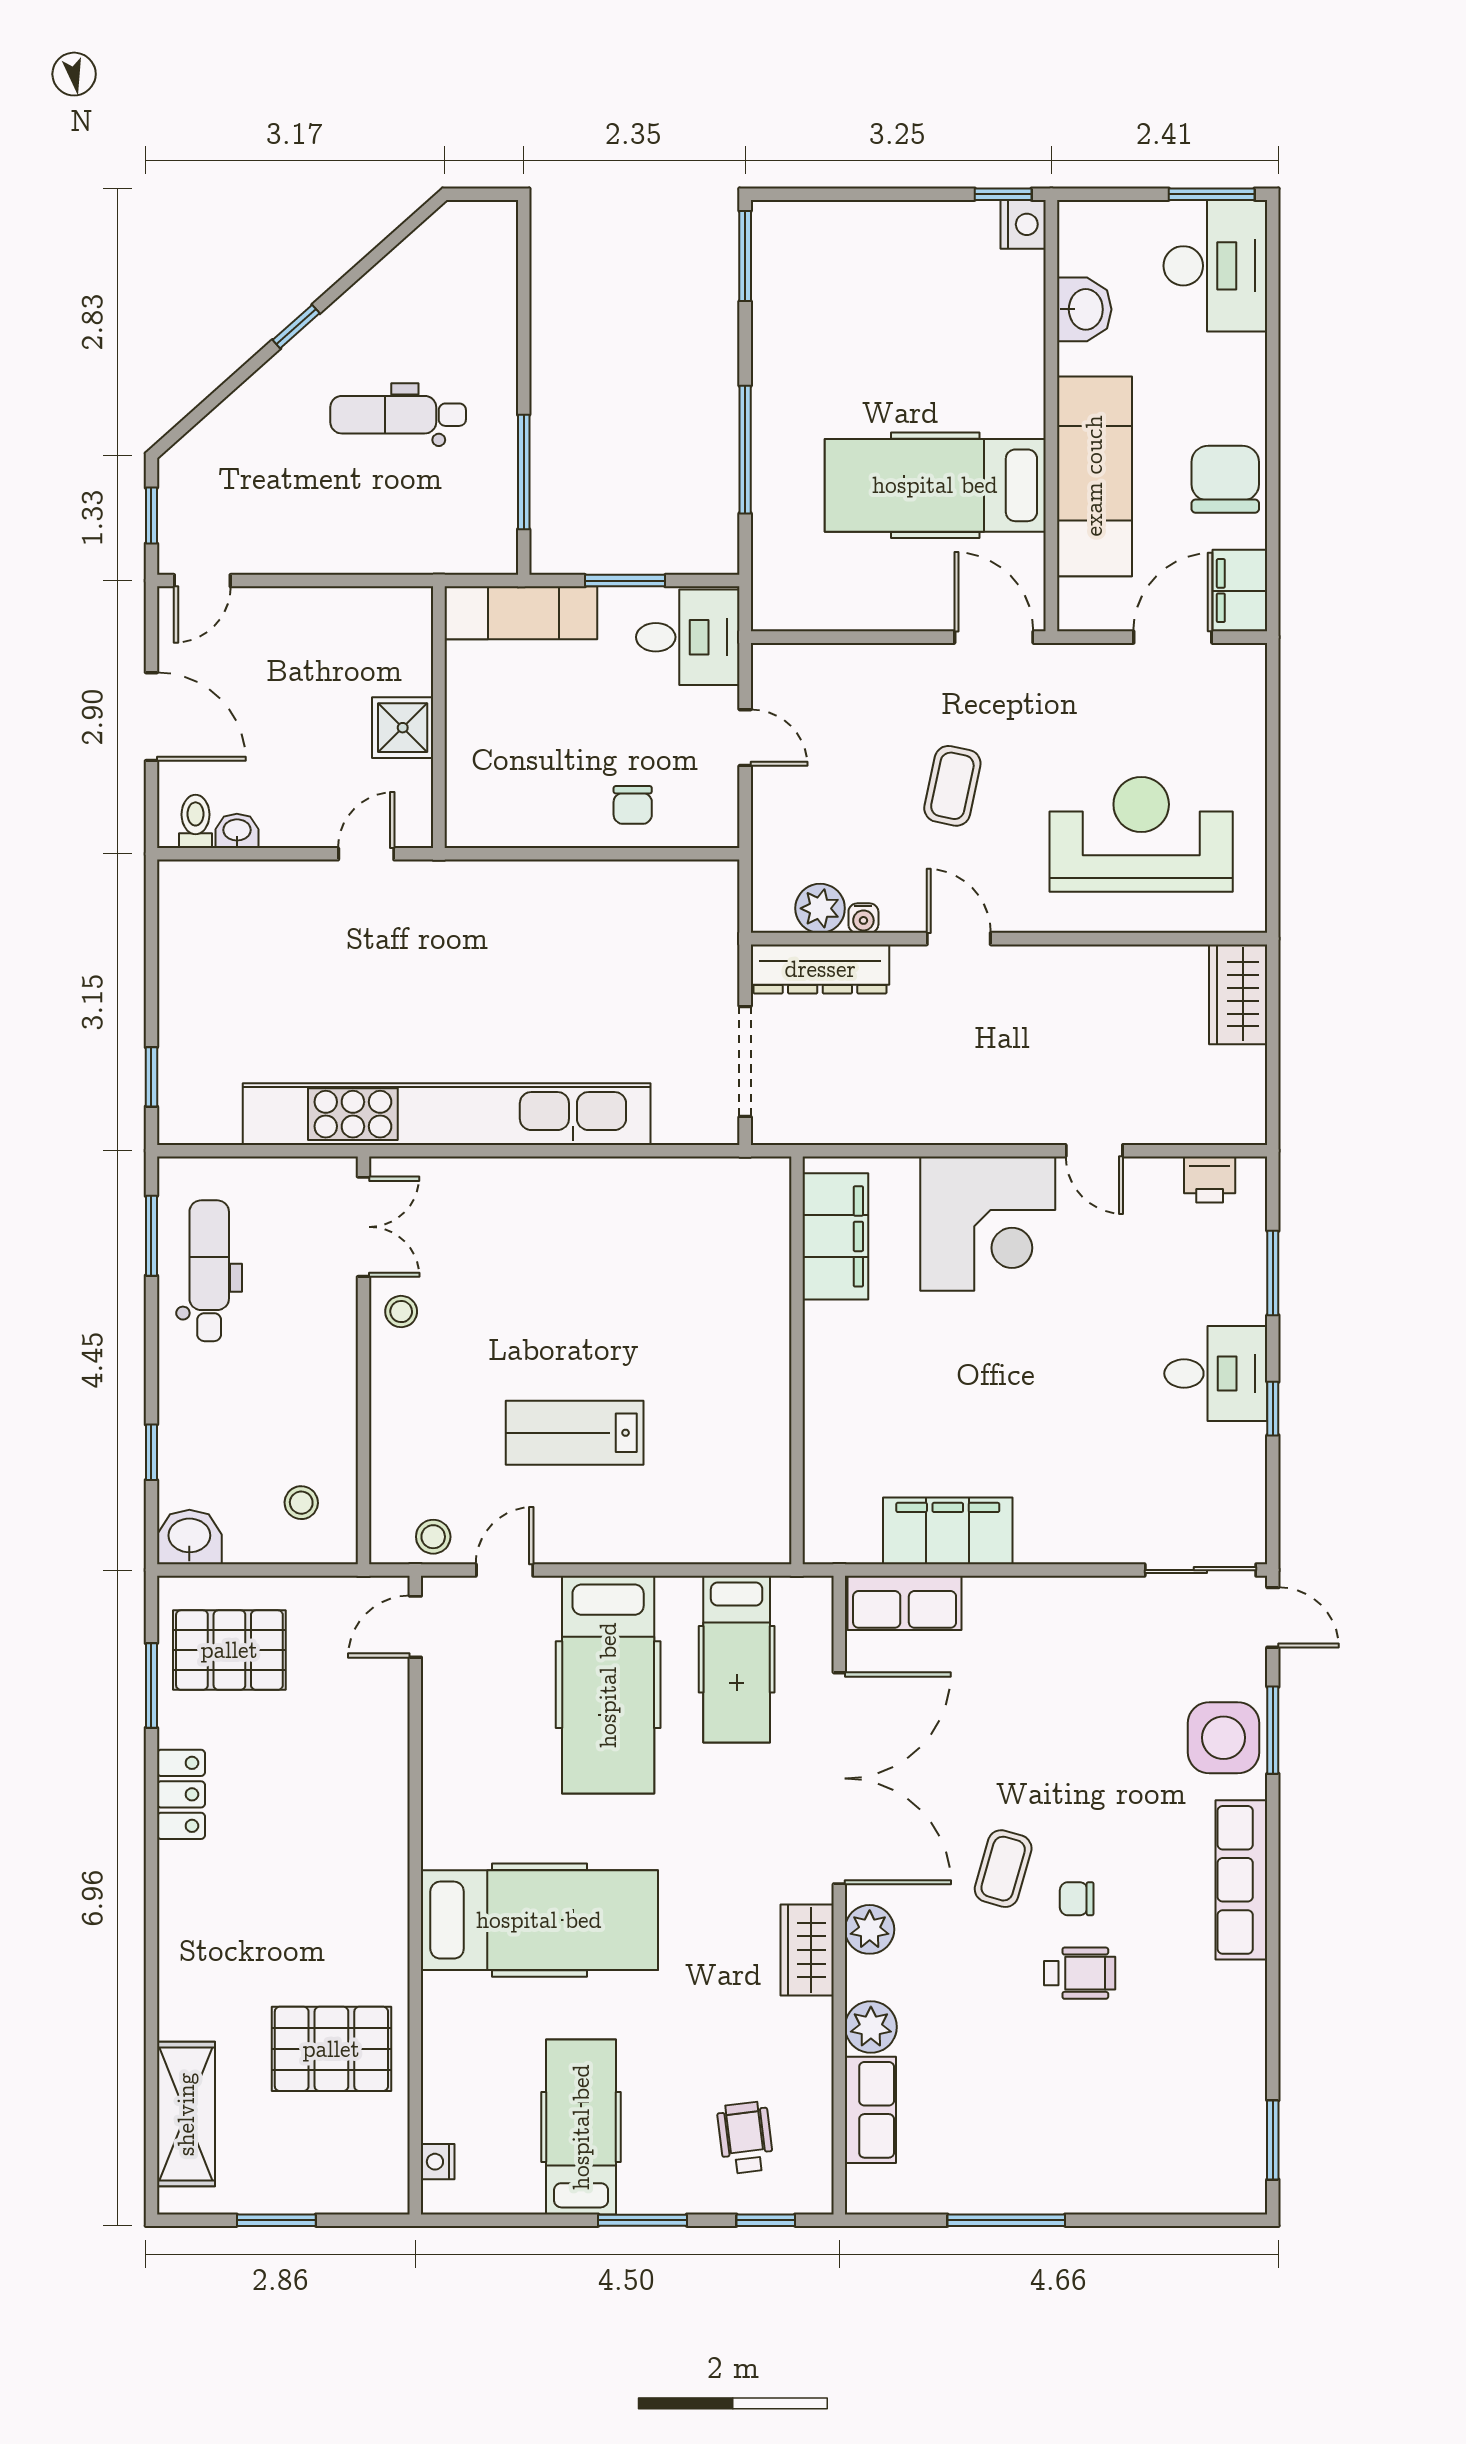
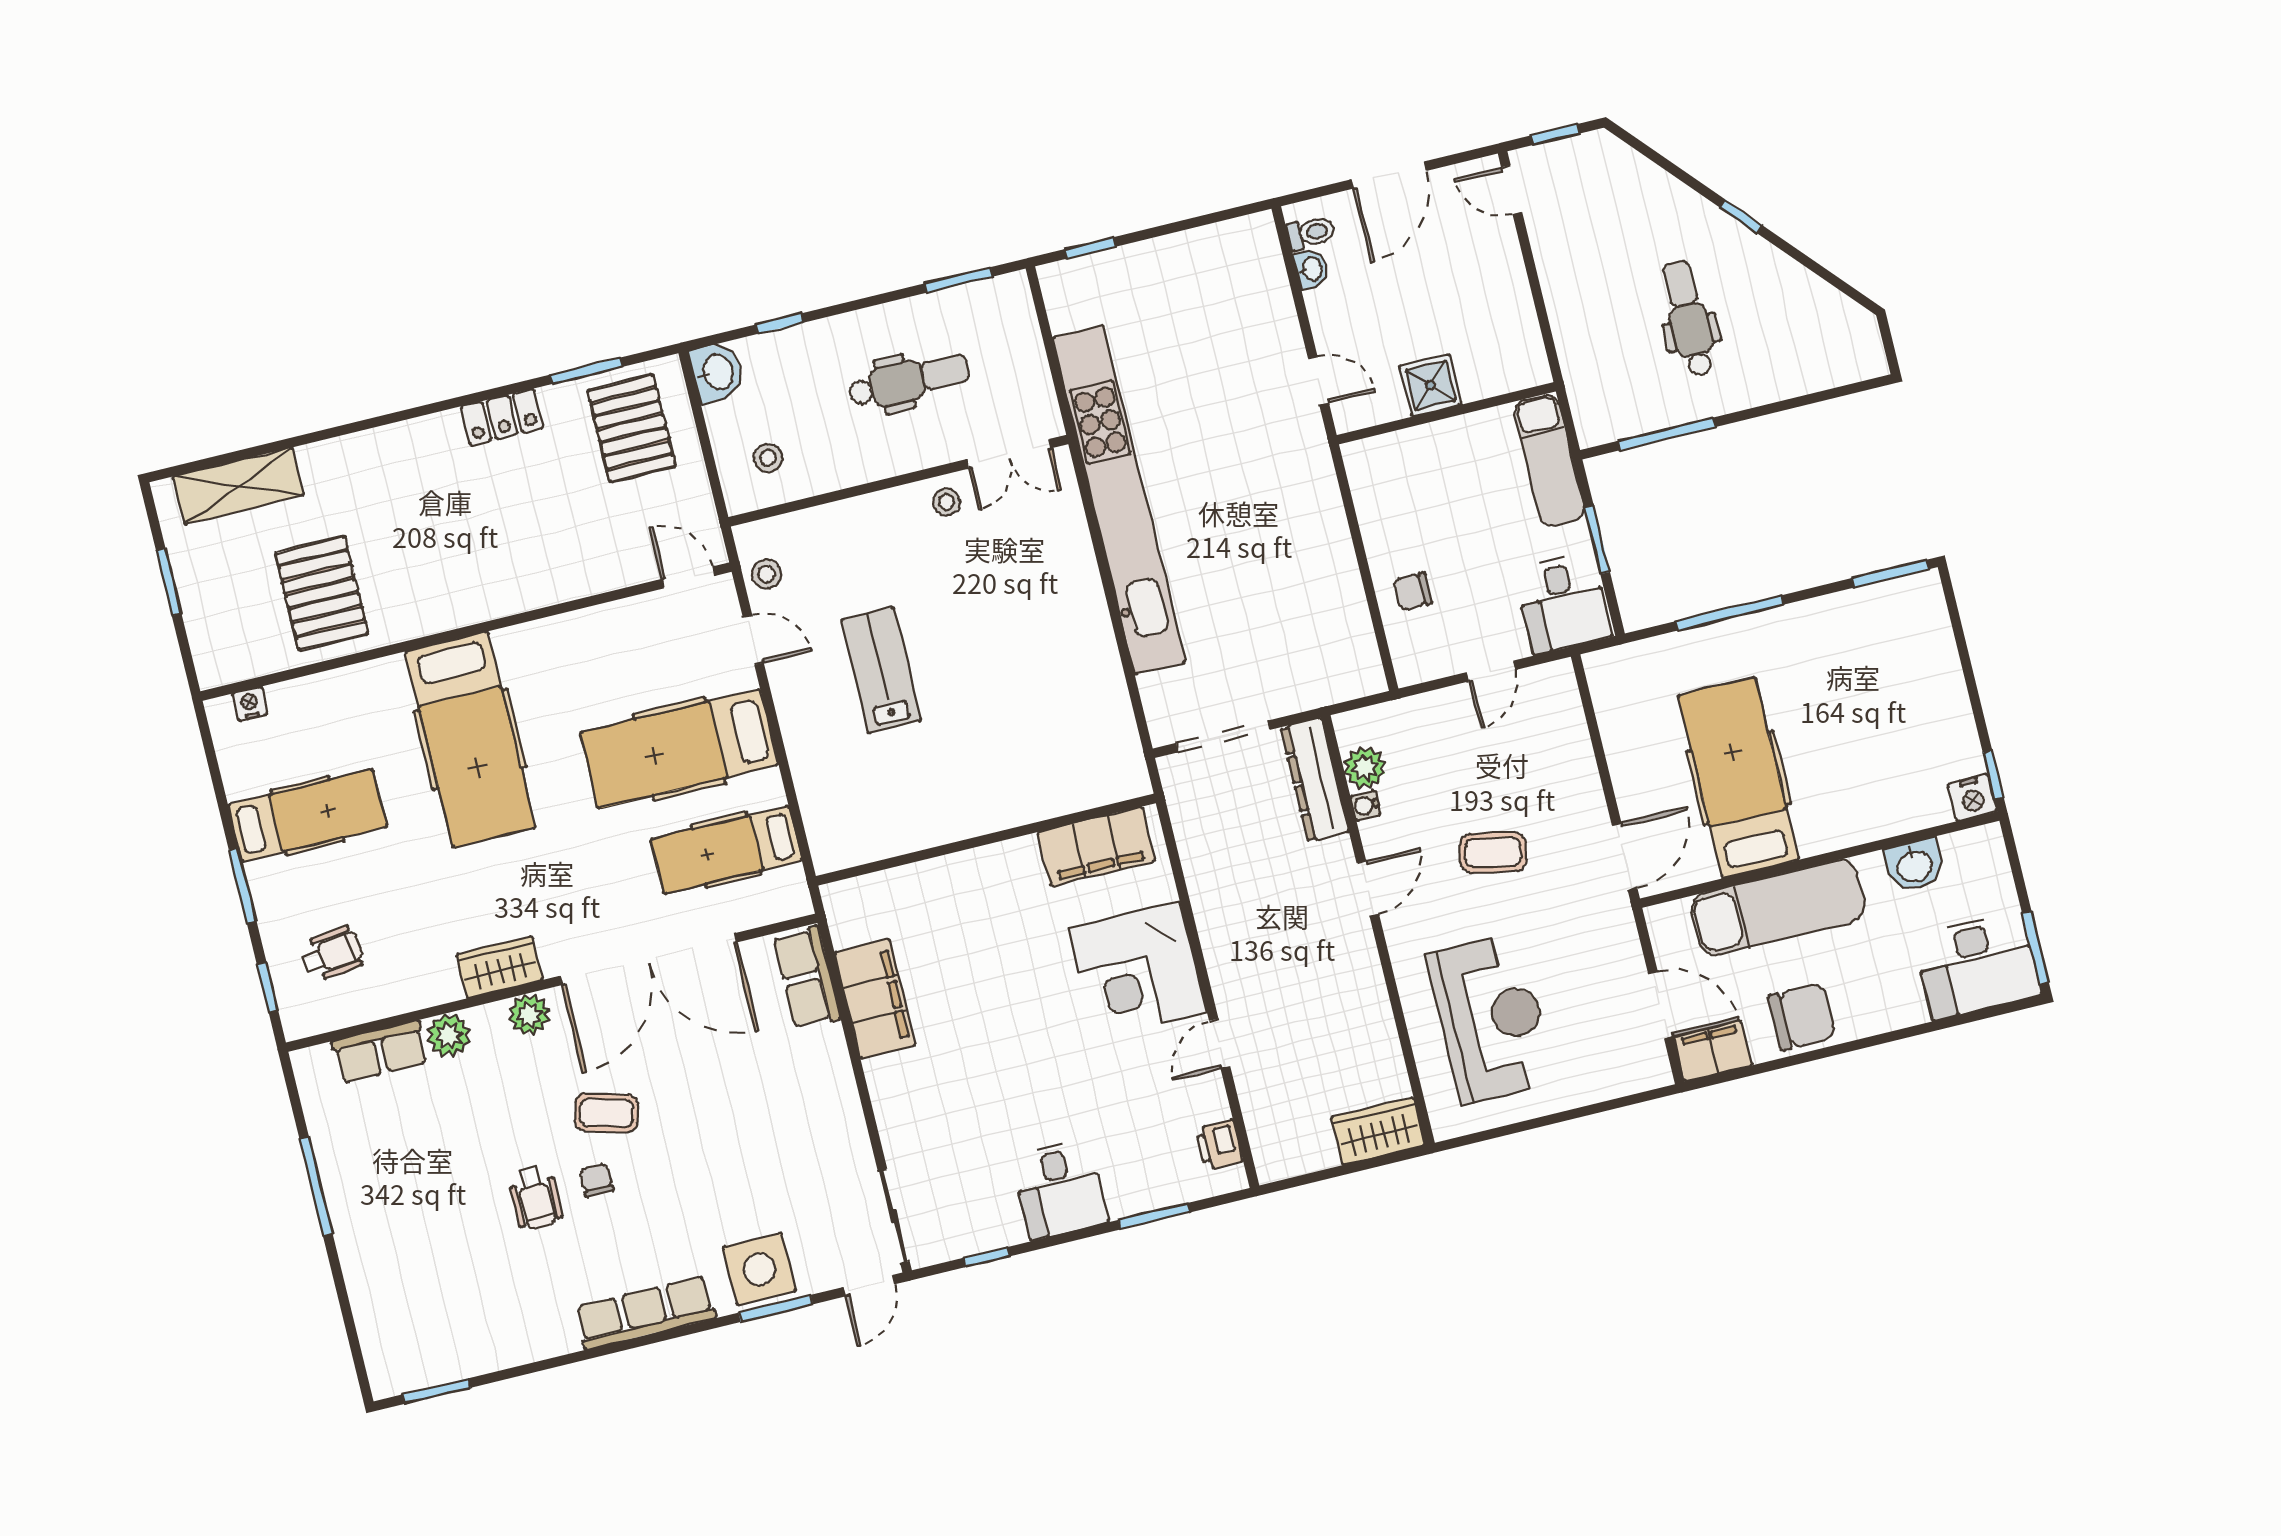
dental chair: (209, 1271) -> (909, 381), moved
window: (1273, 1409) -> (986, 1257), moved

